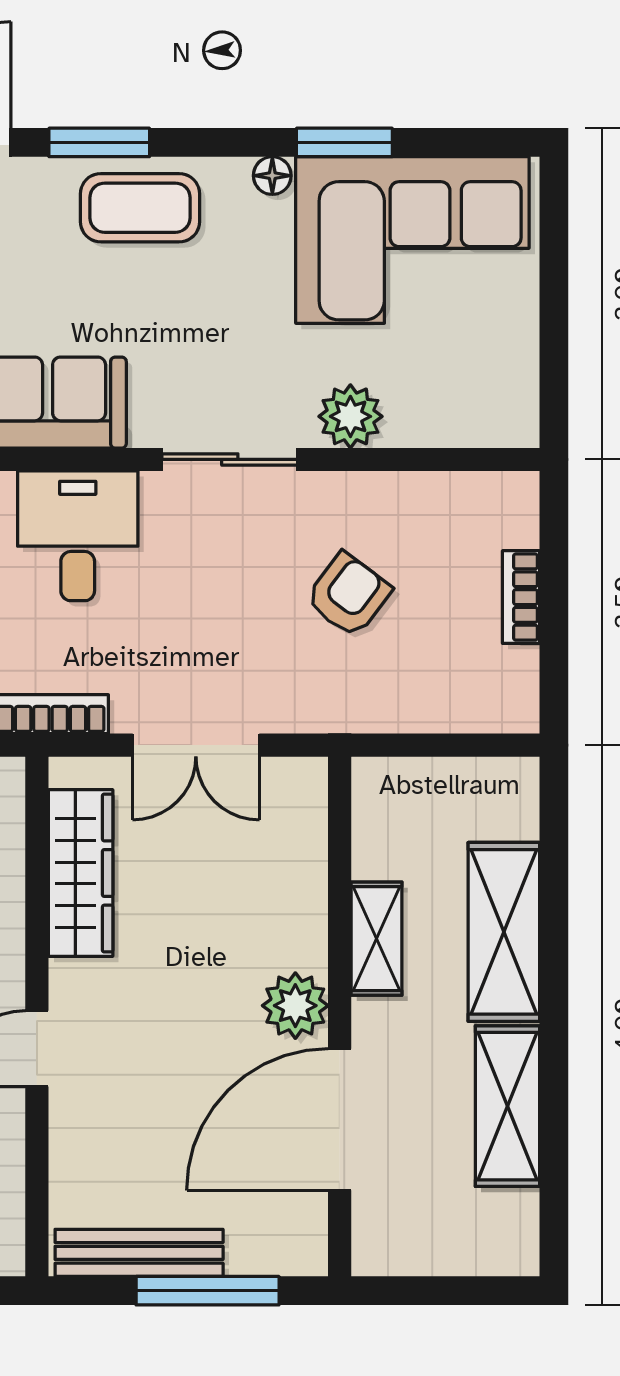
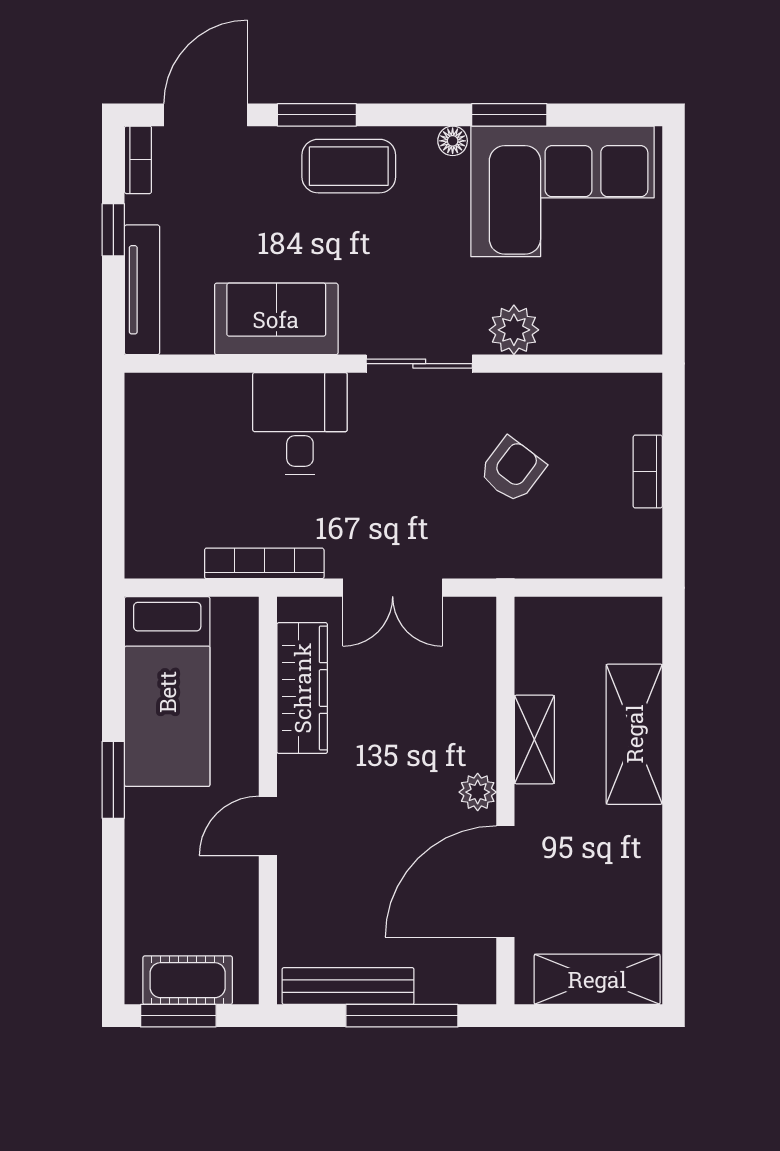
plant: (295, 1006) -> (478, 792), width x0.73, depth x0.73
shelving: (507, 1106) -> (597, 979), moved, turned 90

